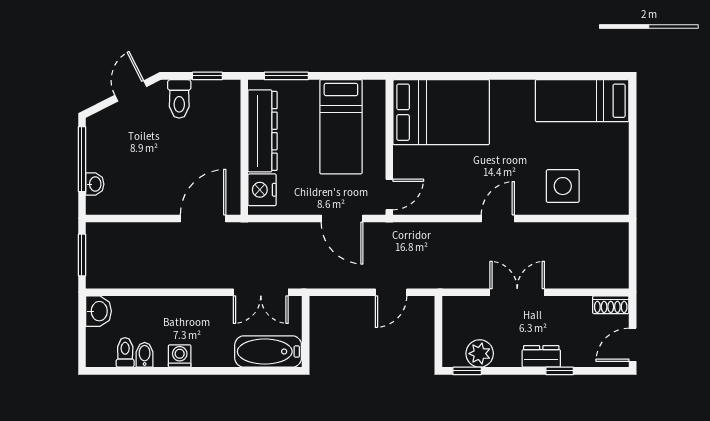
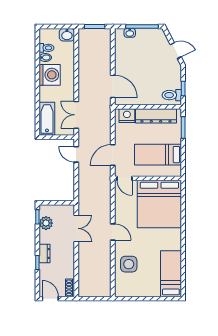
toilet: (179, 99) -> (172, 95), moved
bed: (441, 112) -> (159, 204), width x1.36
door: (391, 292) -> (76, 154), moved
double door: (517, 292) -> (76, 228), moved
washing machine: (180, 356) -> (50, 75), width x1.89, depth x1.89

